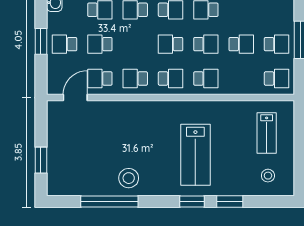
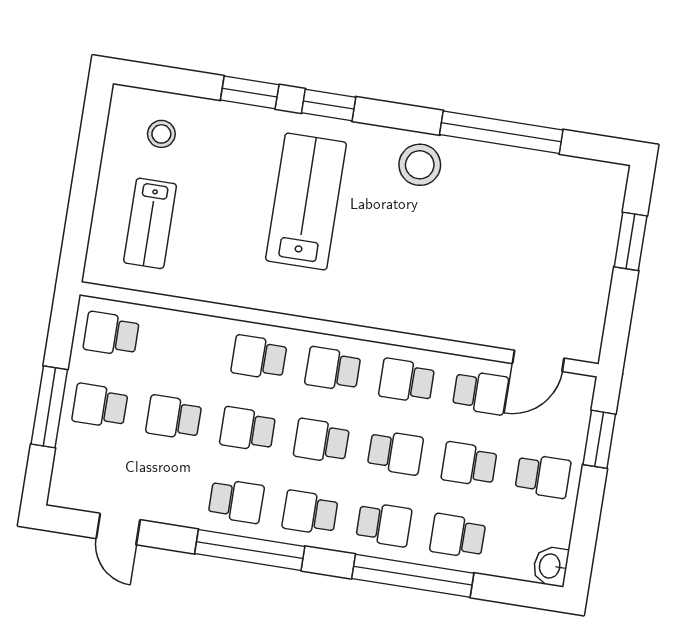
window: (41, 41) -> (599, 439), moved
school desk: (100, 44) -> (469, 464), turned 180
school desk: (135, 44) -> (395, 453), added
school desk: (171, 44) -> (321, 441), turned 180
school desk: (135, 79) -> (407, 381), turned 180
lab bench: (267, 133) -> (150, 223), turned 180
stool: (129, 178) -> (420, 165), moved

